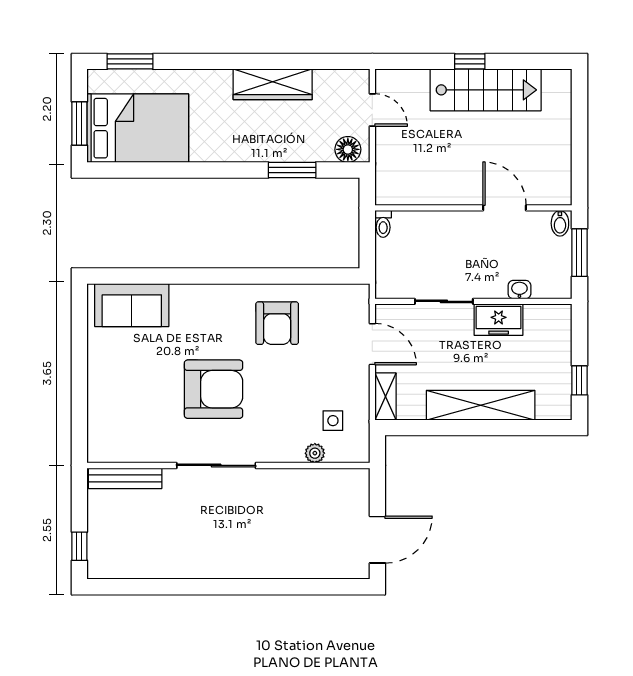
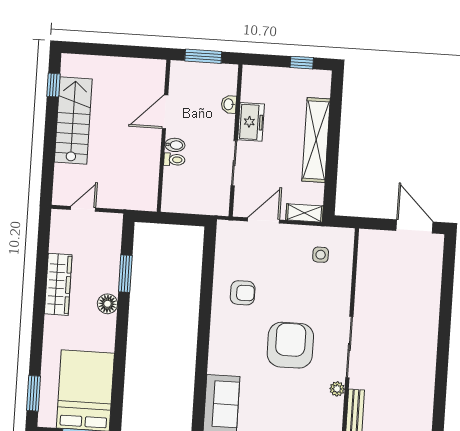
window: (470, 61) -> (53, 85), moved
floor lamp: (348, 149) -> (107, 304), moved
bidet: (560, 223) -> (175, 145), moved
toilet: (383, 224) -> (174, 160), moved
armchair: (277, 323) -> (243, 293), width x0.72, depth x0.72
plant: (315, 453) -> (337, 389), moved

